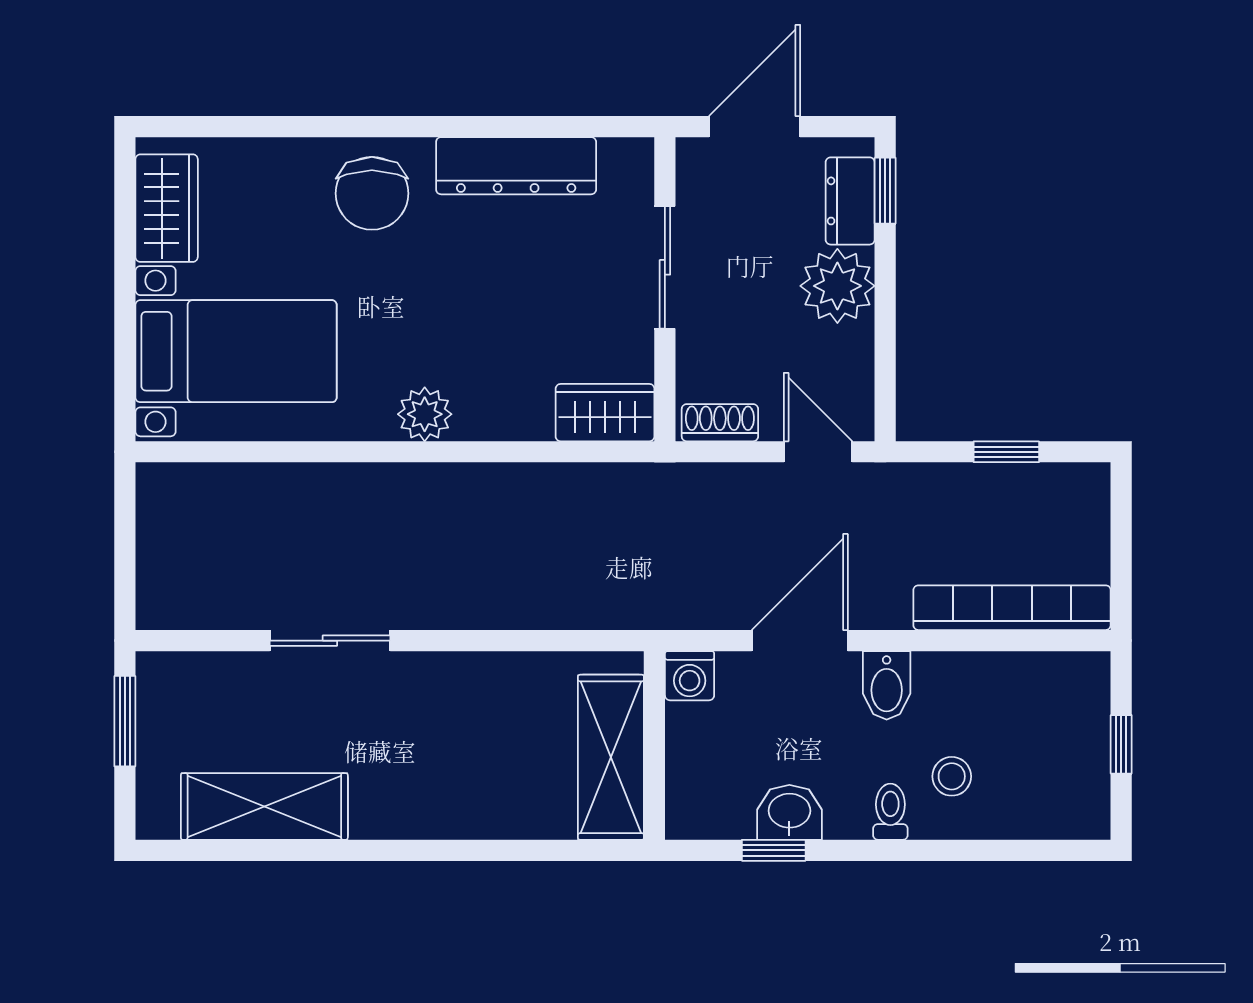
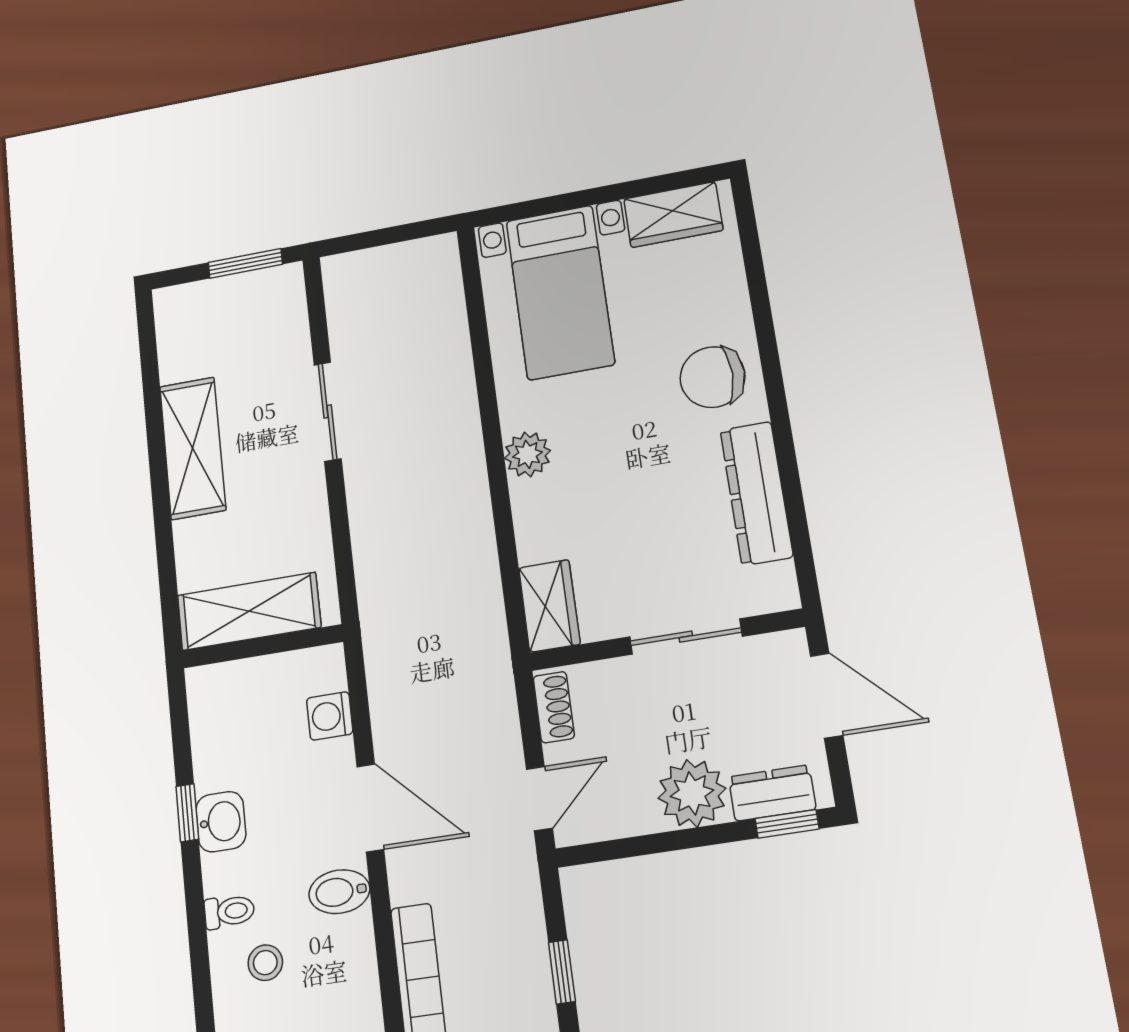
wall: (654, 745) -> (262, 646), moved
shelving: (611, 757) -> (249, 611), moved
shelving: (264, 806) -> (193, 448), moved

